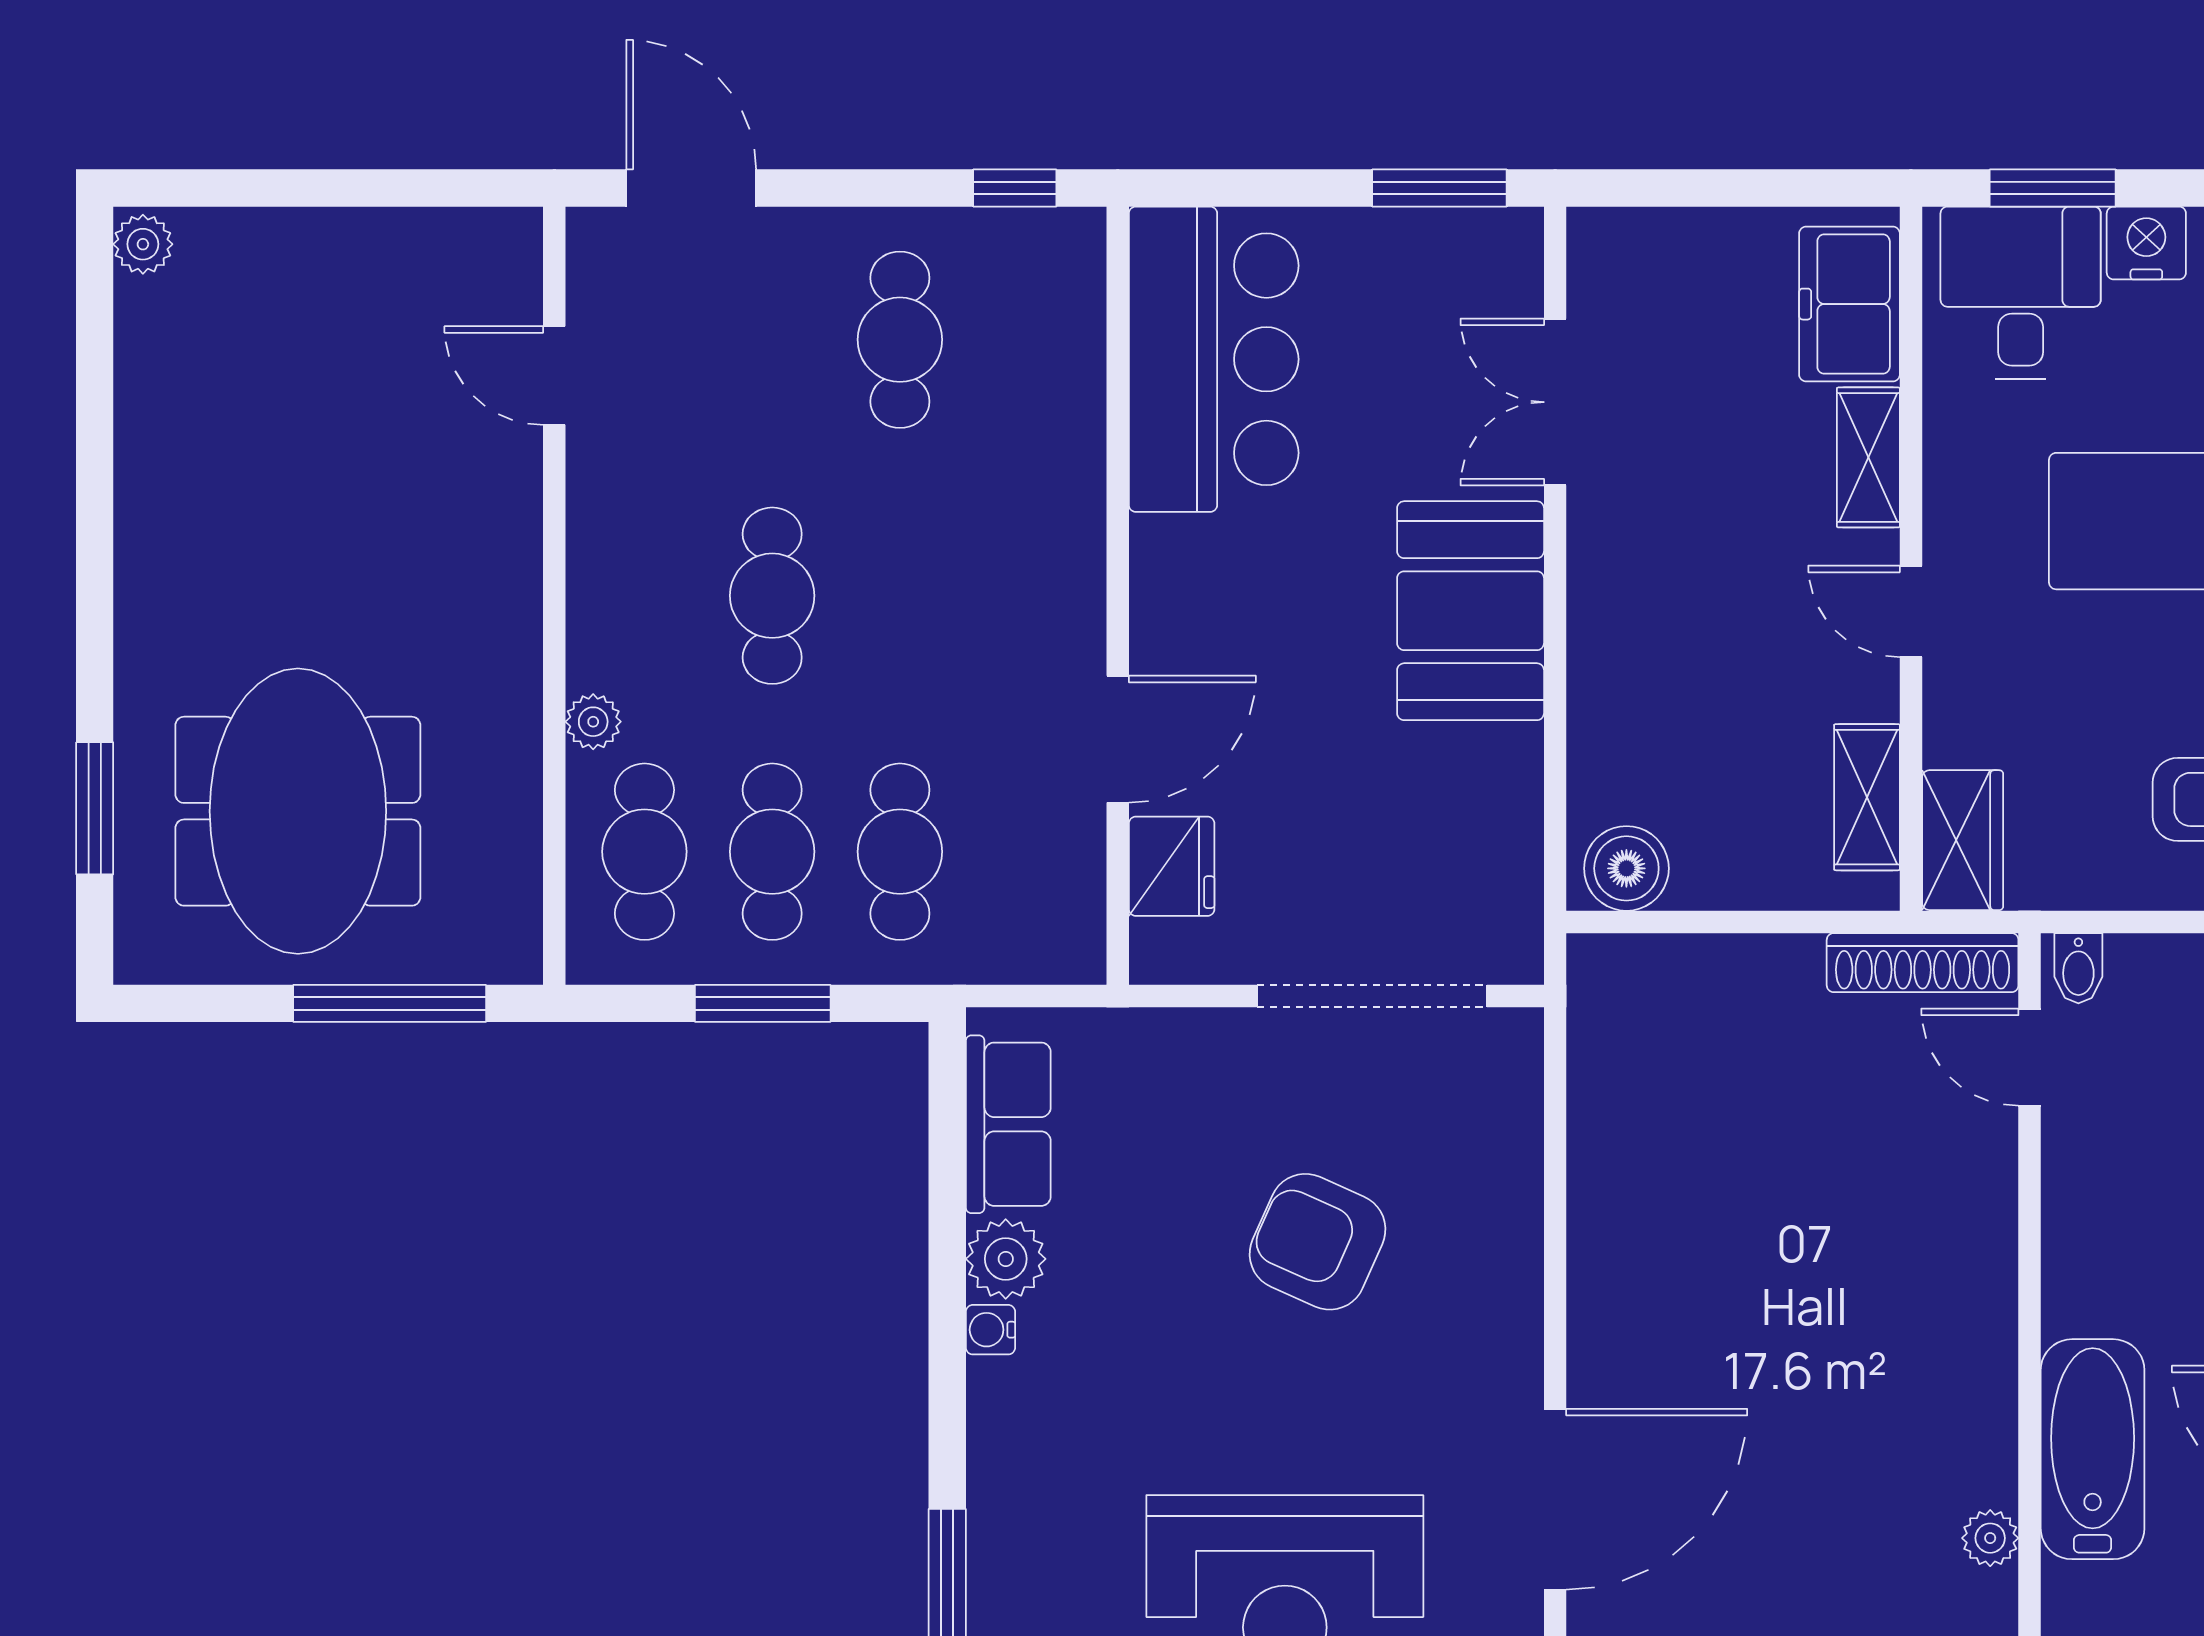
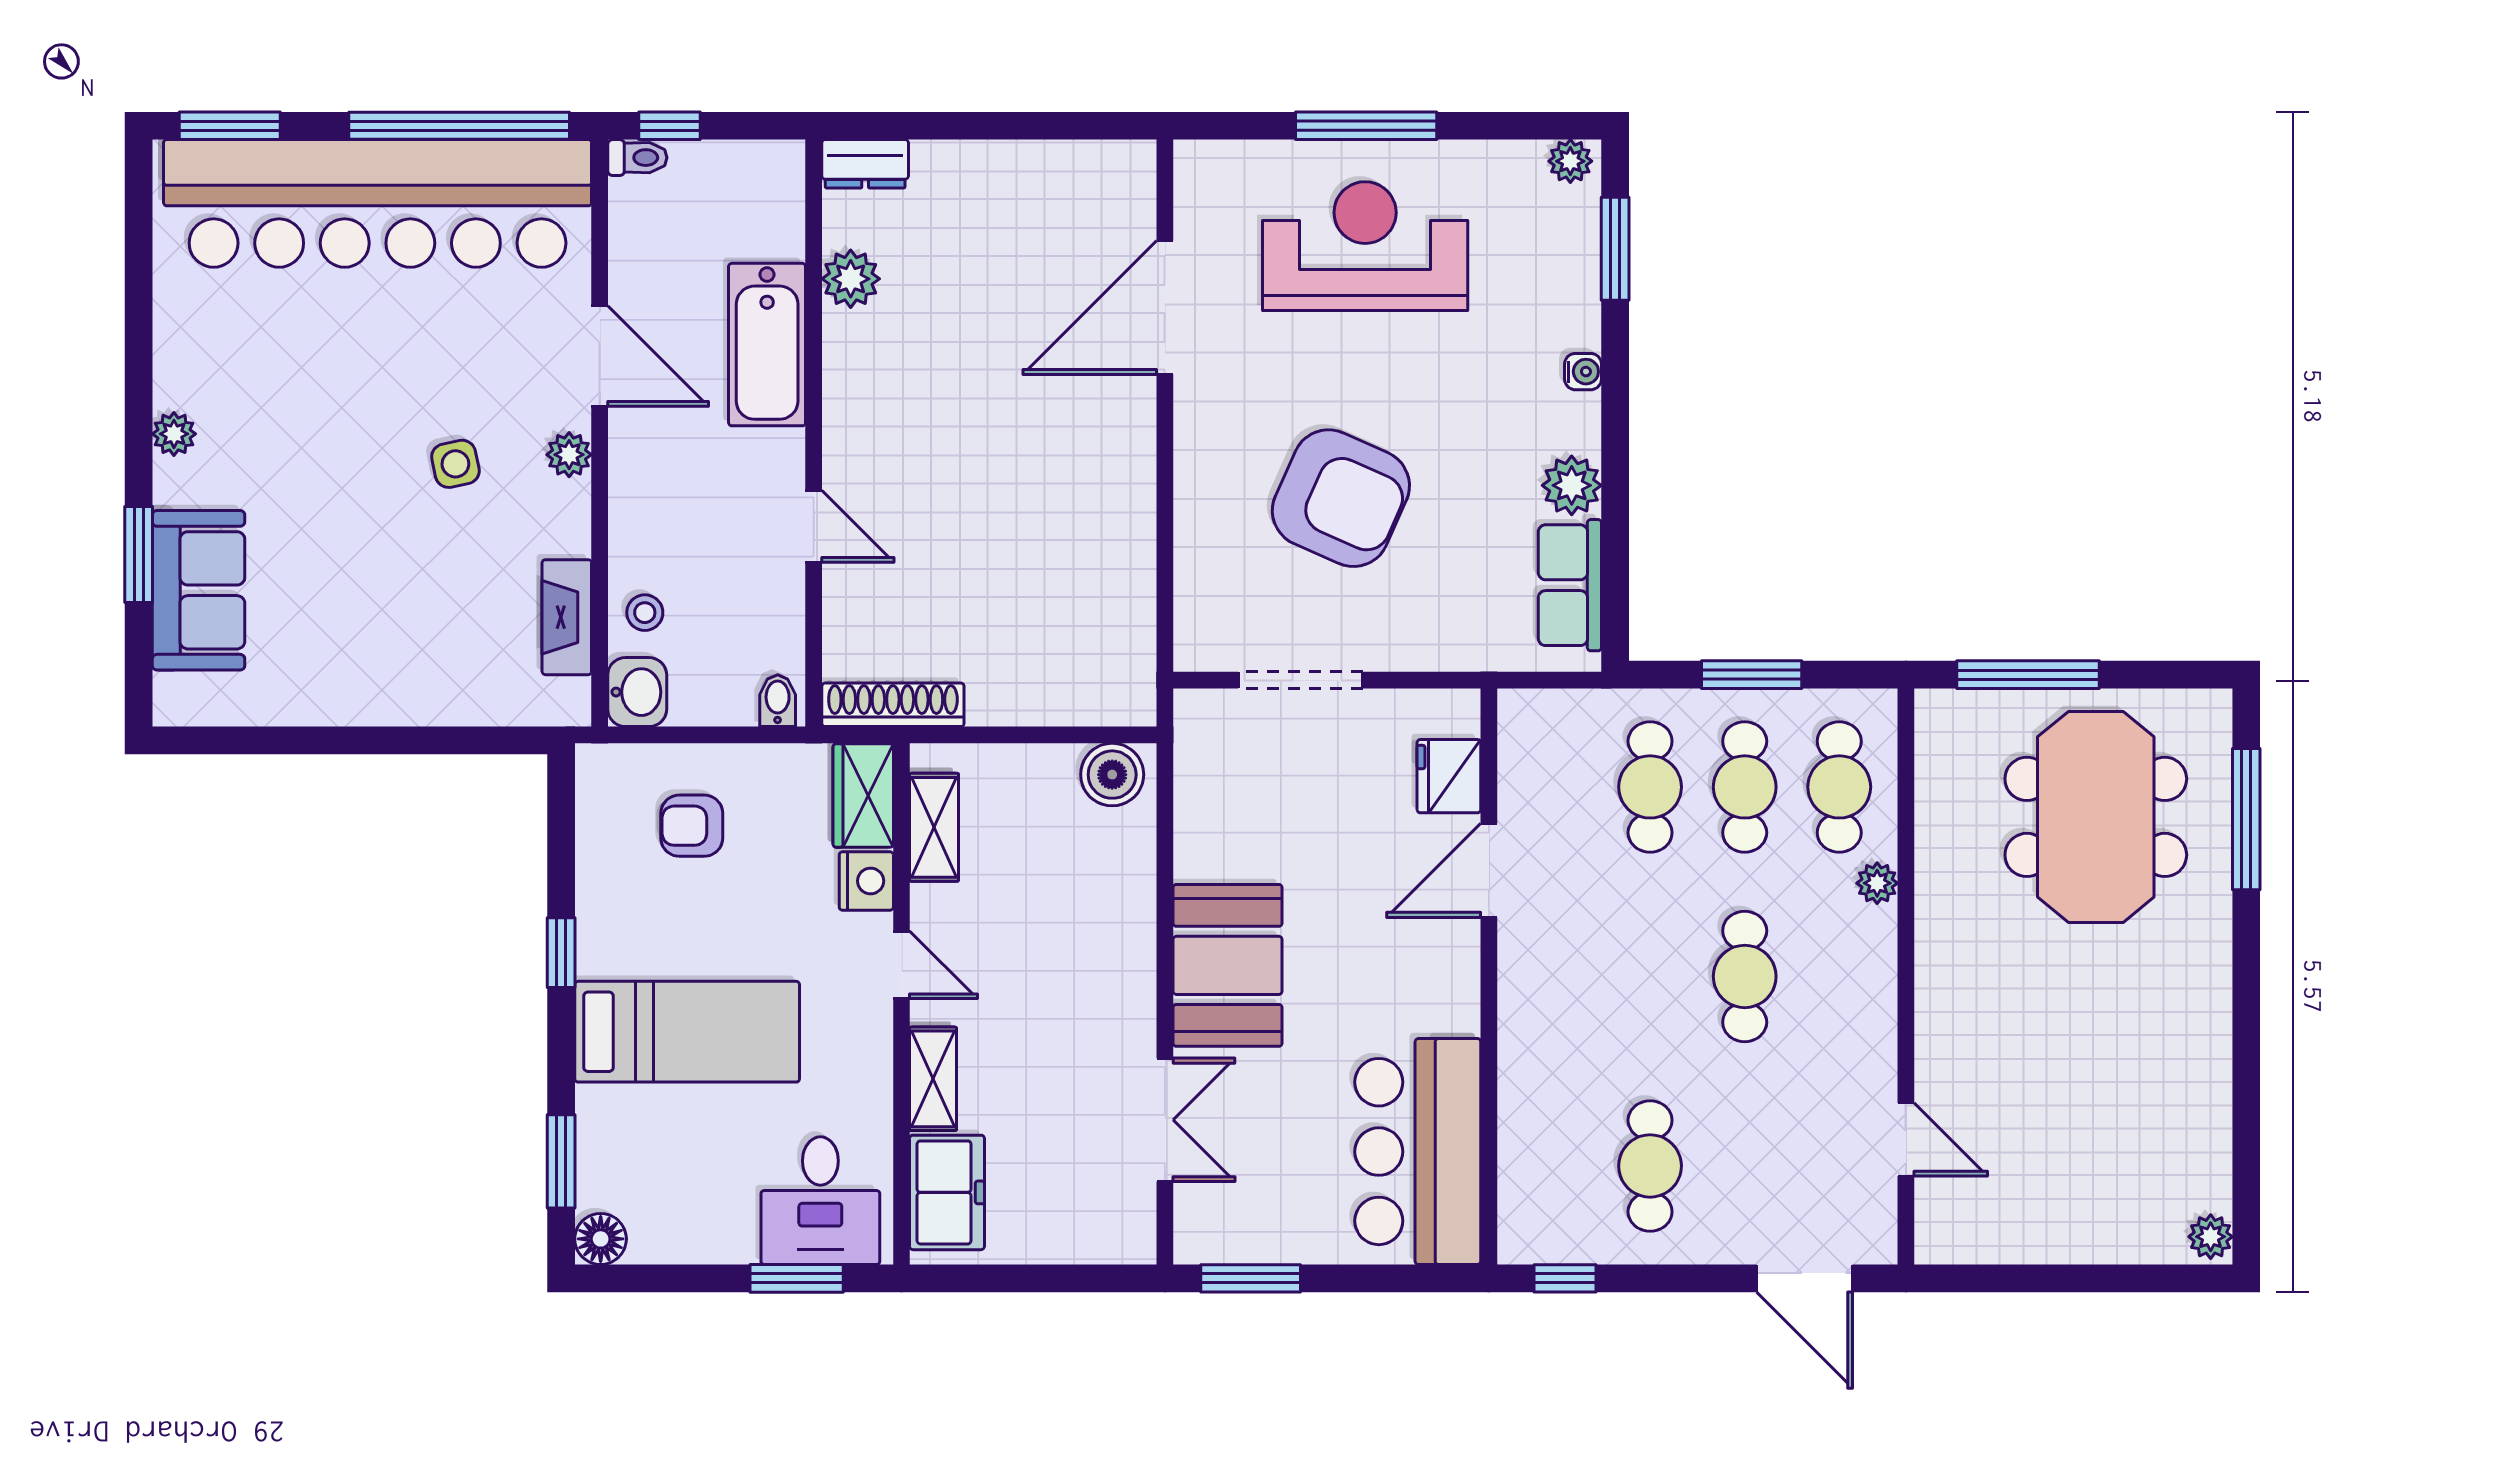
nightstand: (2146, 243) -> (866, 881), moved, turned -90
window: (95, 808) -> (2246, 819), width x1.44
doorway: (1372, 996) -> (1300, 680), width x0.73
door: (2030, 1057) -> (814, 526), moved
armchair: (1318, 1242) -> (1341, 498), width x1.36, depth x1.36
water cooler: (990, 1330) -> (1583, 372), moved
plant: (1990, 1538) -> (851, 279), width x1.38, depth x1.38

